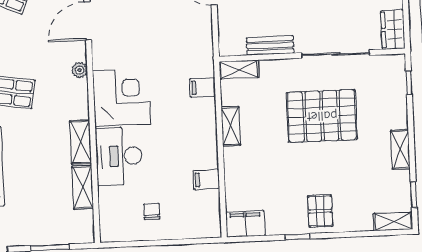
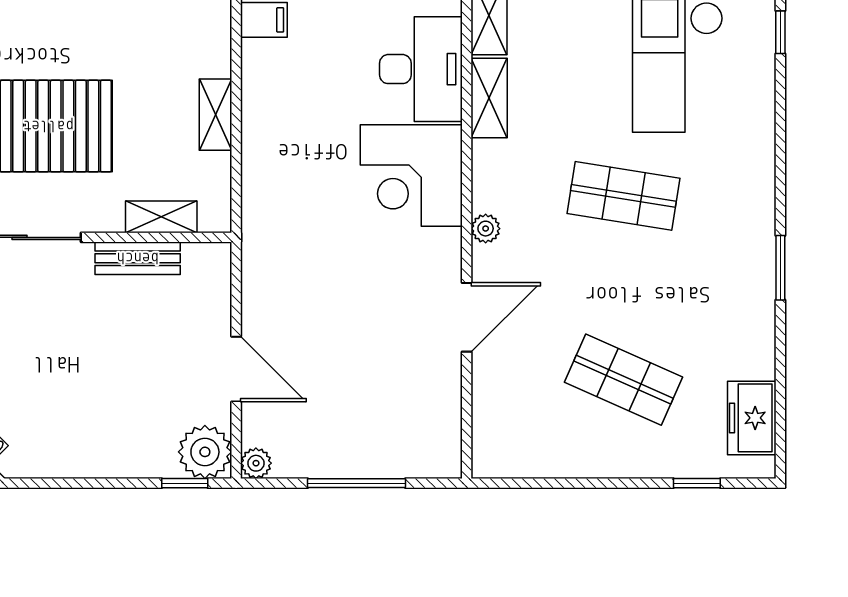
shelving: (239, 70) -> (161, 217), moved
filing cabinet: (203, 88) -> (264, 187), removed

